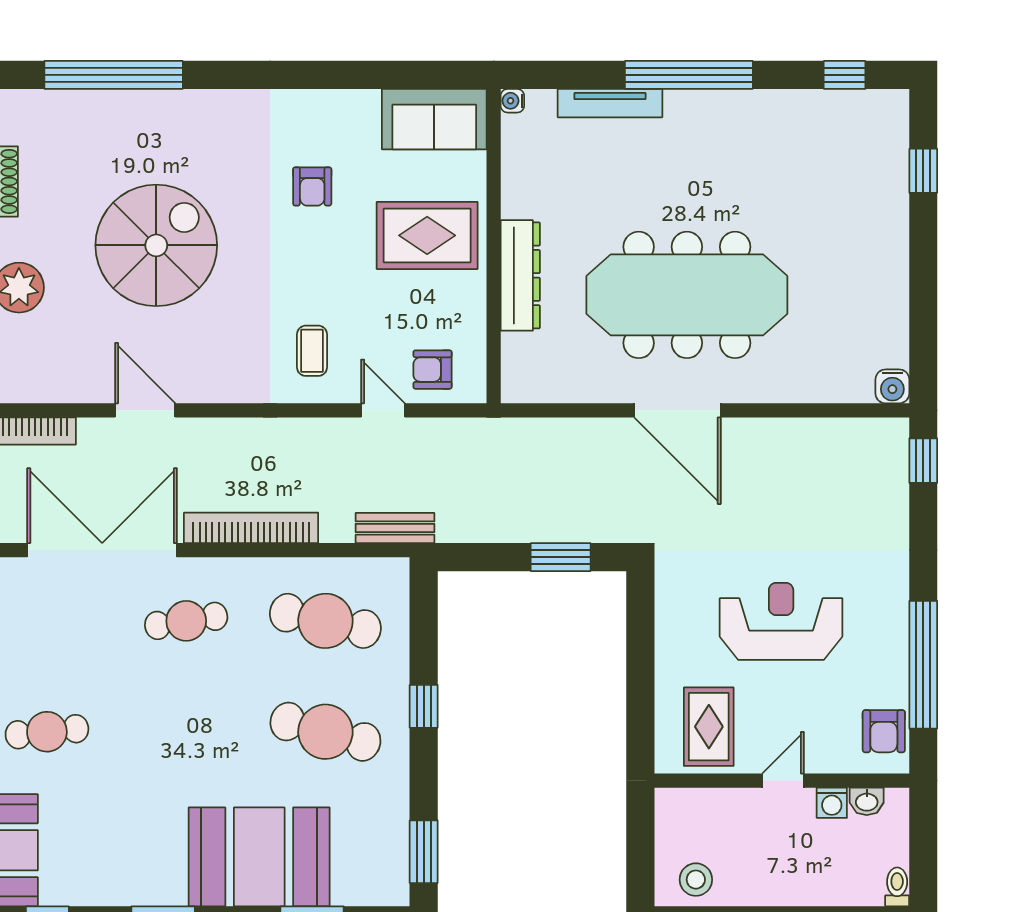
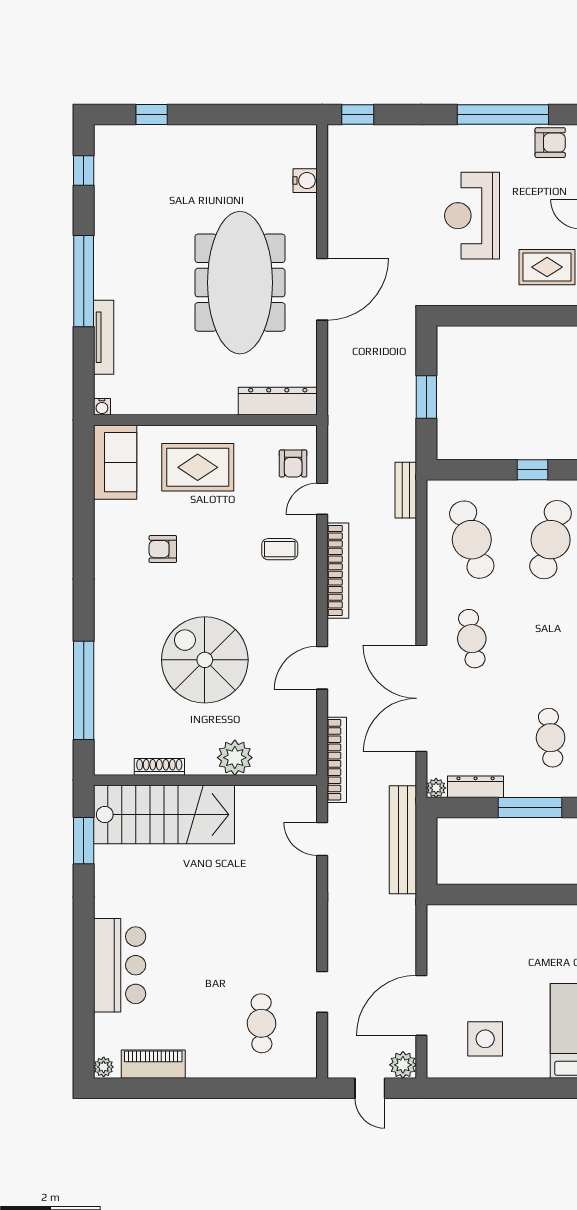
armchair: (312, 186) -> (163, 549), turned 180
rug: (427, 235) -> (198, 467), turned 90
dresser: (520, 275) -> (278, 401), moved
water cooler: (892, 386) -> (305, 181), moved
bookcase: (251, 528) -> (338, 571), moved, turned 180
window: (561, 557) -> (426, 397), moved
cafe table: (325, 621) -> (472, 540), turned -30

